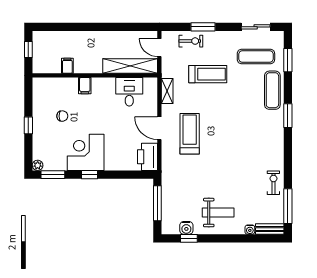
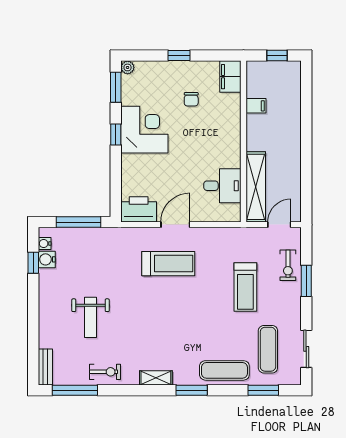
filing cabinet: (85, 86) -> (230, 77), moved, width x2.00
shelving: (167, 91) -> (156, 378), moved
weight bench: (218, 213) -> (90, 317), moved
water cooler: (250, 230) -> (45, 243), moved

